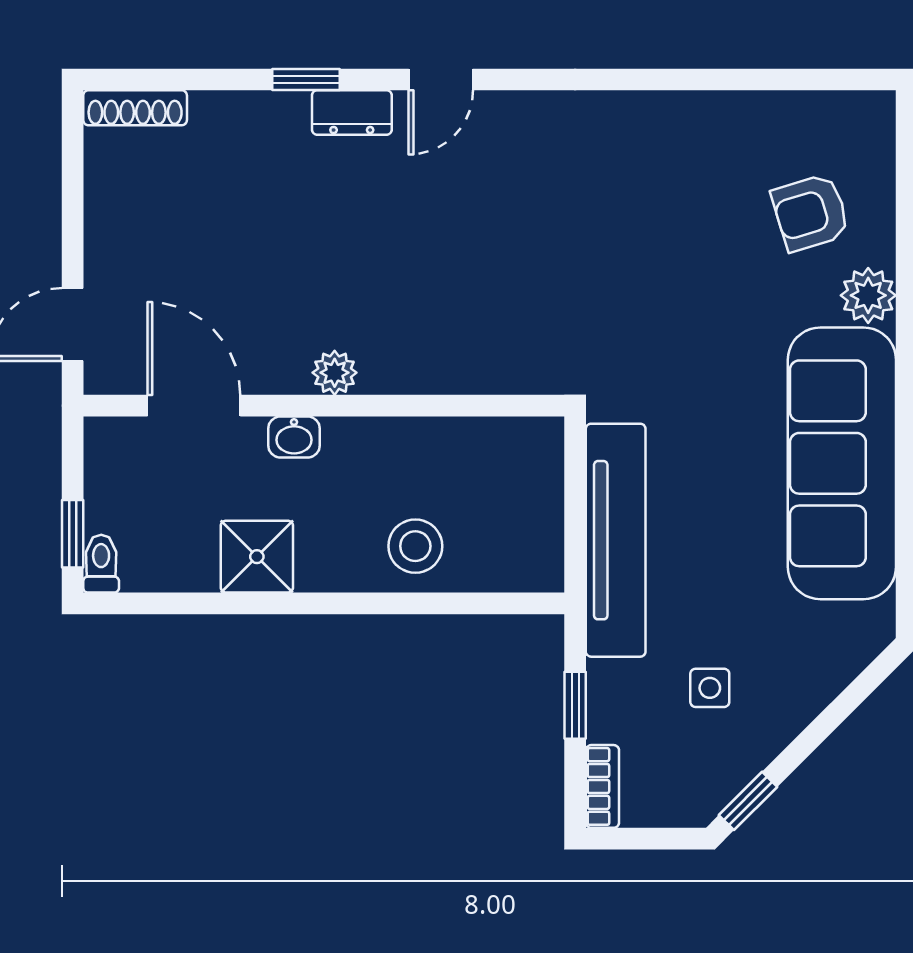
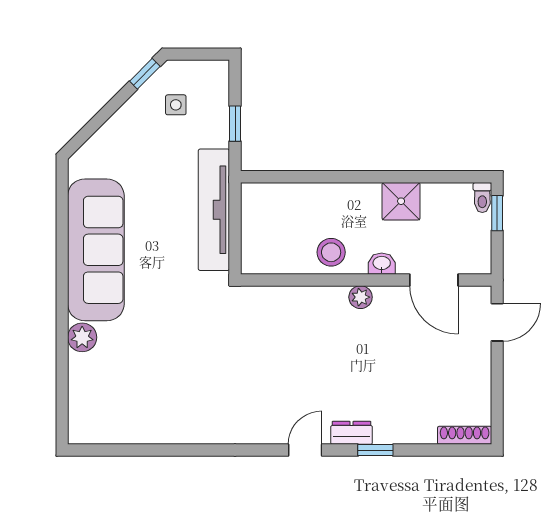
armchair: (811, 213) -> (112, 381), removed
stool: (415, 546) -> (331, 252), moved
side table: (710, 688) -> (176, 105), moved
bookcase: (602, 786) -> (221, 81), removed

